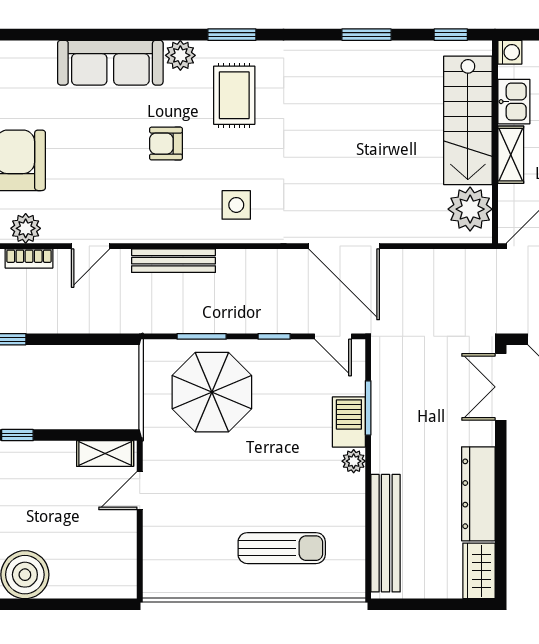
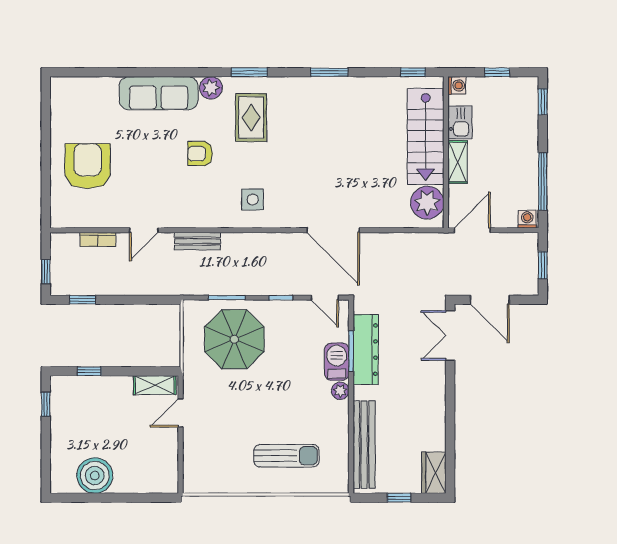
window: (367, 35) -> (329, 72), moved
plant: (26, 228) -> (95, 217), removed
bench: (174, 261) -> (197, 241), width x0.73
dresser: (478, 494) -> (366, 350), moved, turned 180
window: (432, 604) -> (399, 498), added

